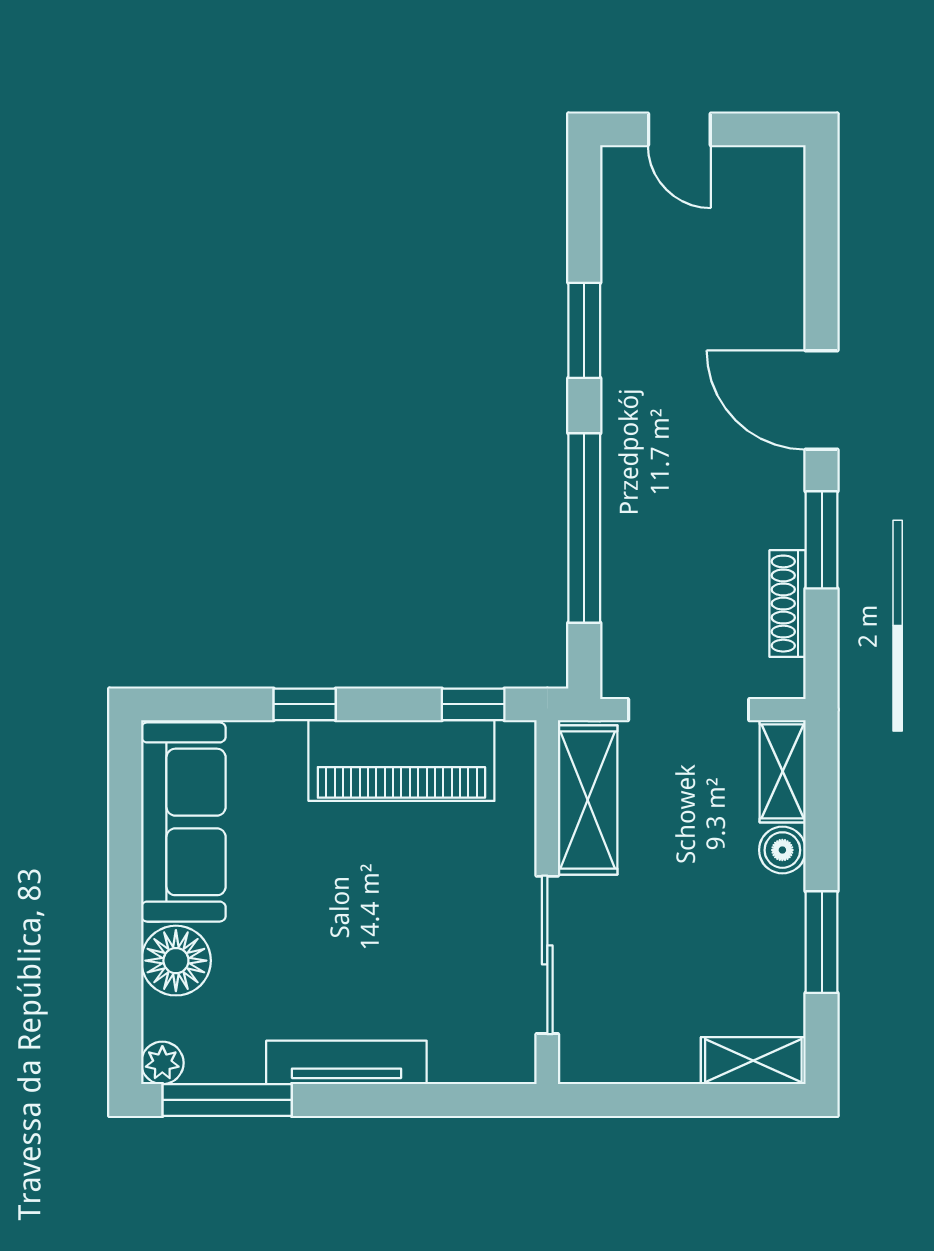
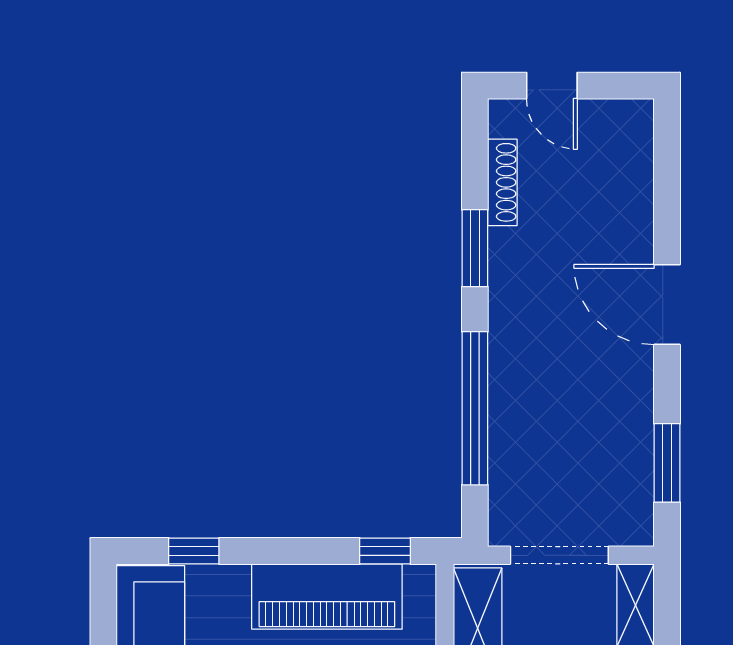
window: (822, 540) -> (667, 463), moved
shoe rack: (788, 604) -> (502, 182), moved, turned 180
window: (305, 704) -> (194, 551), moved

